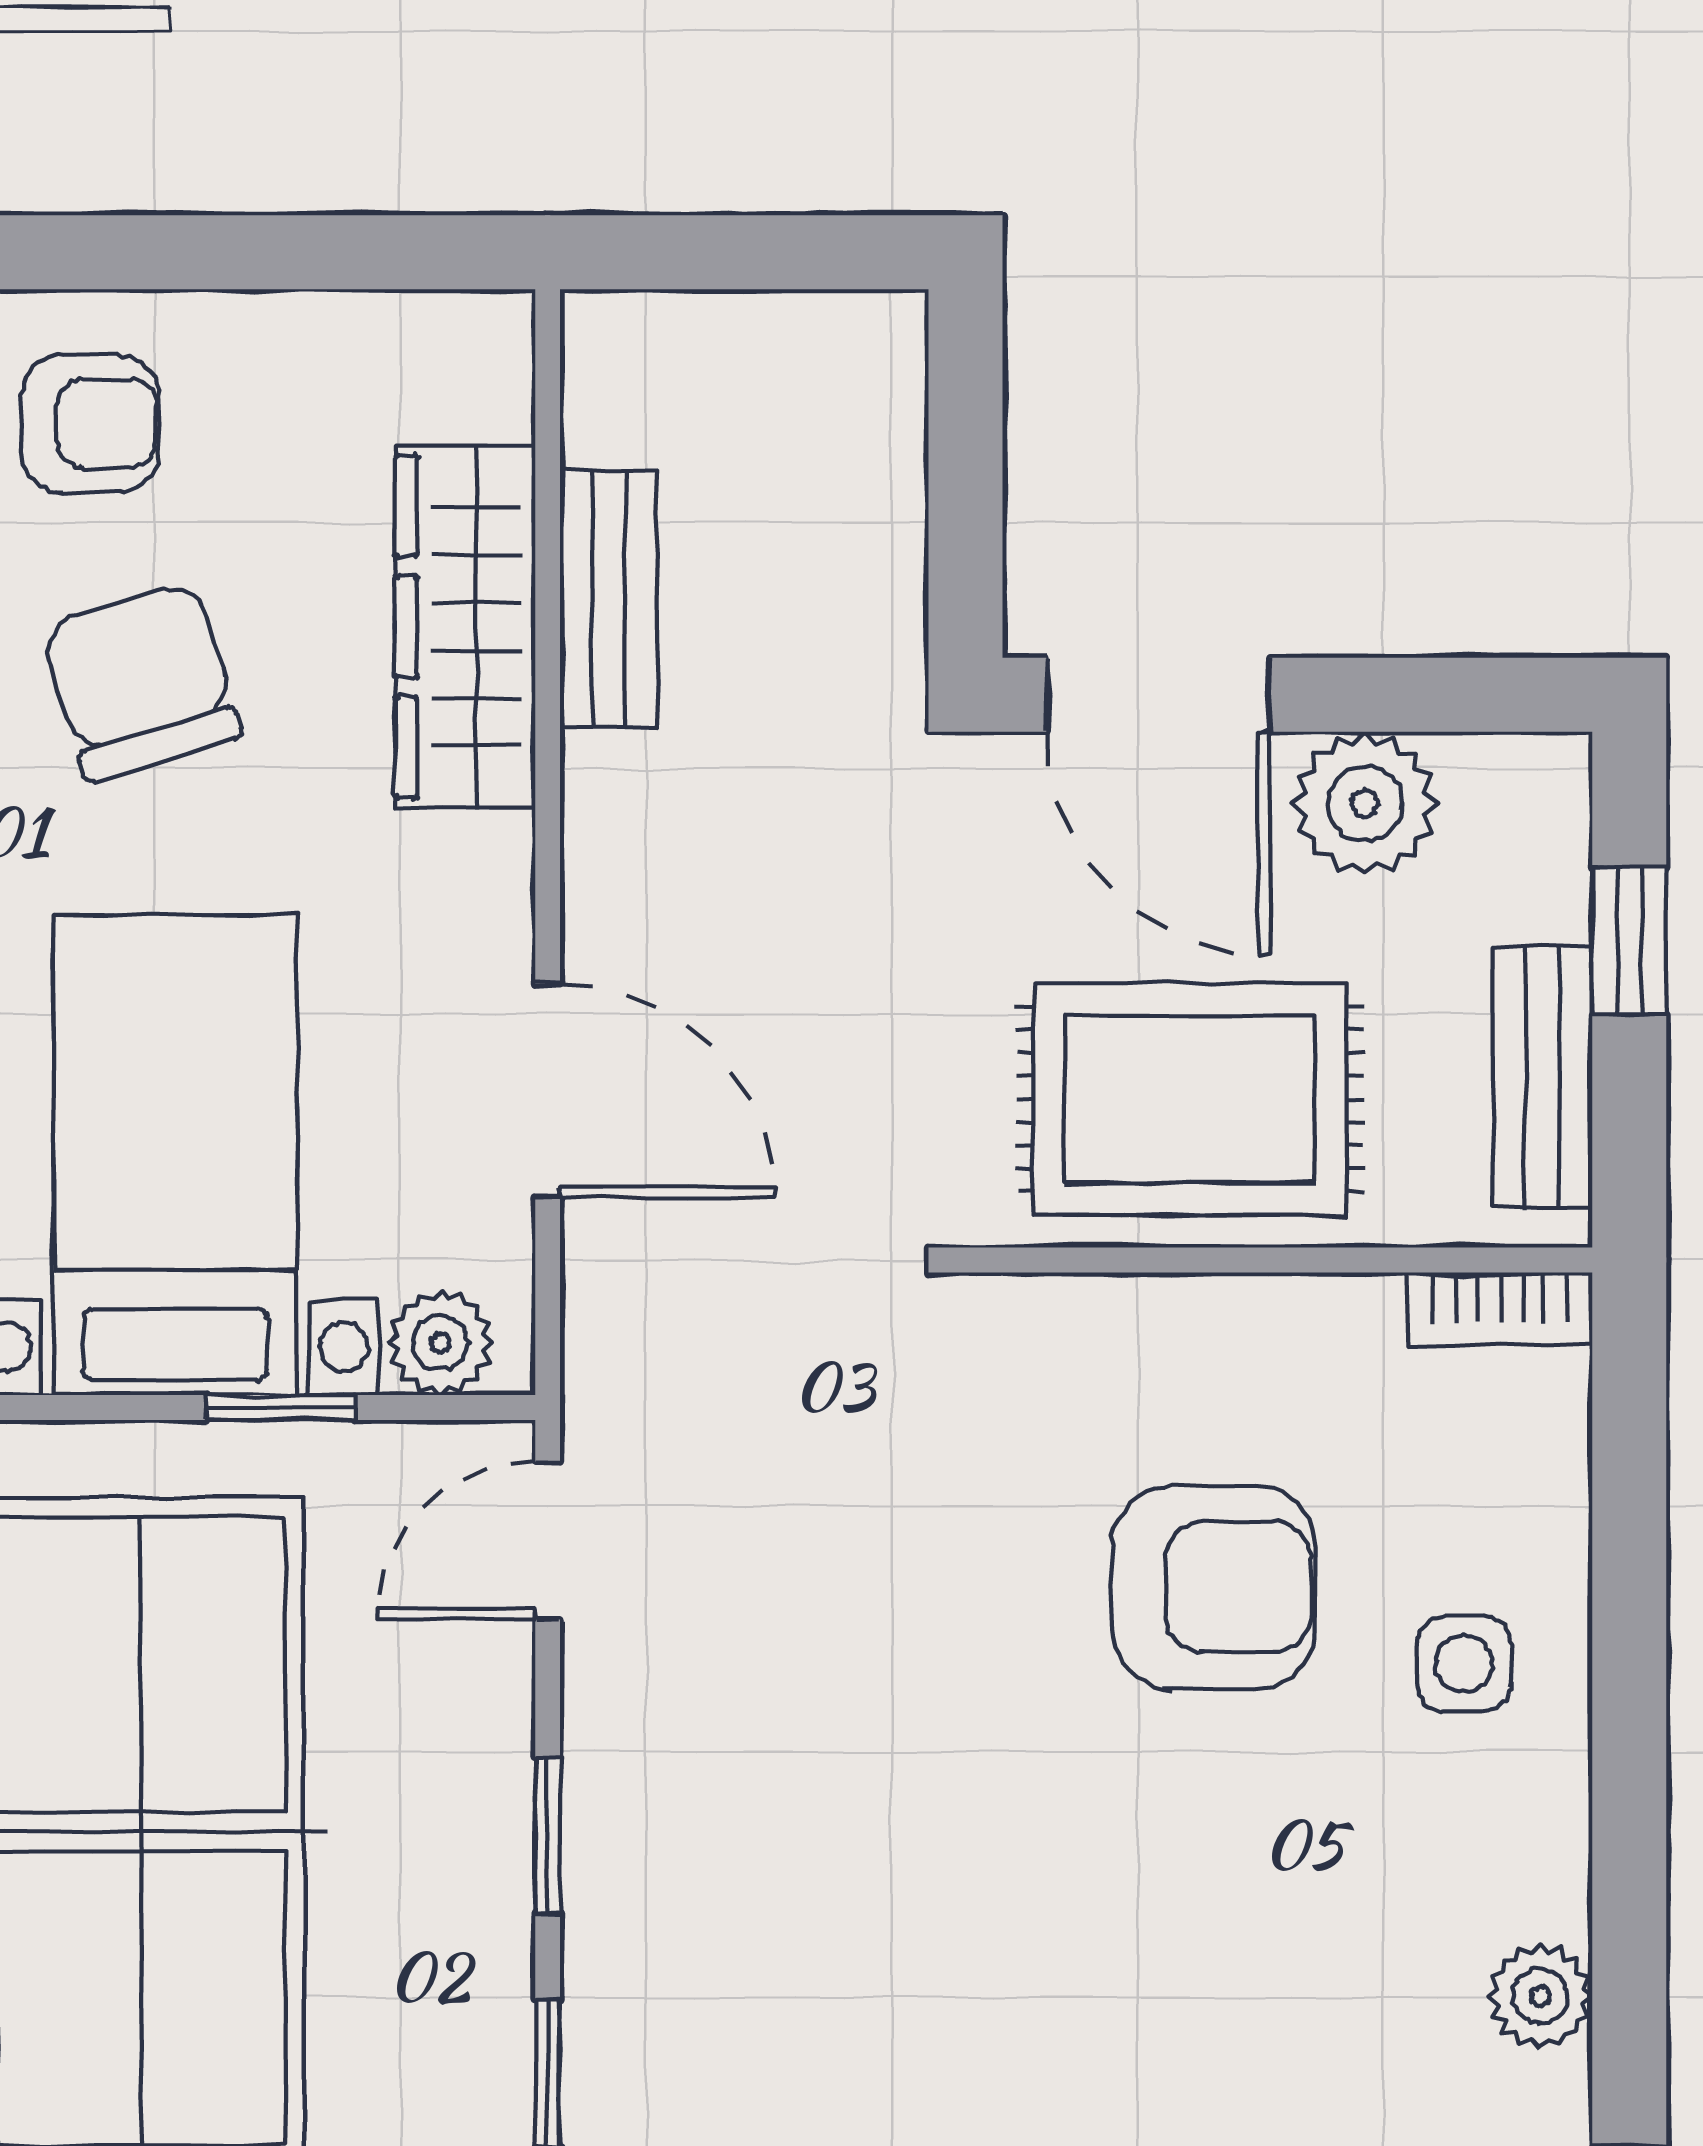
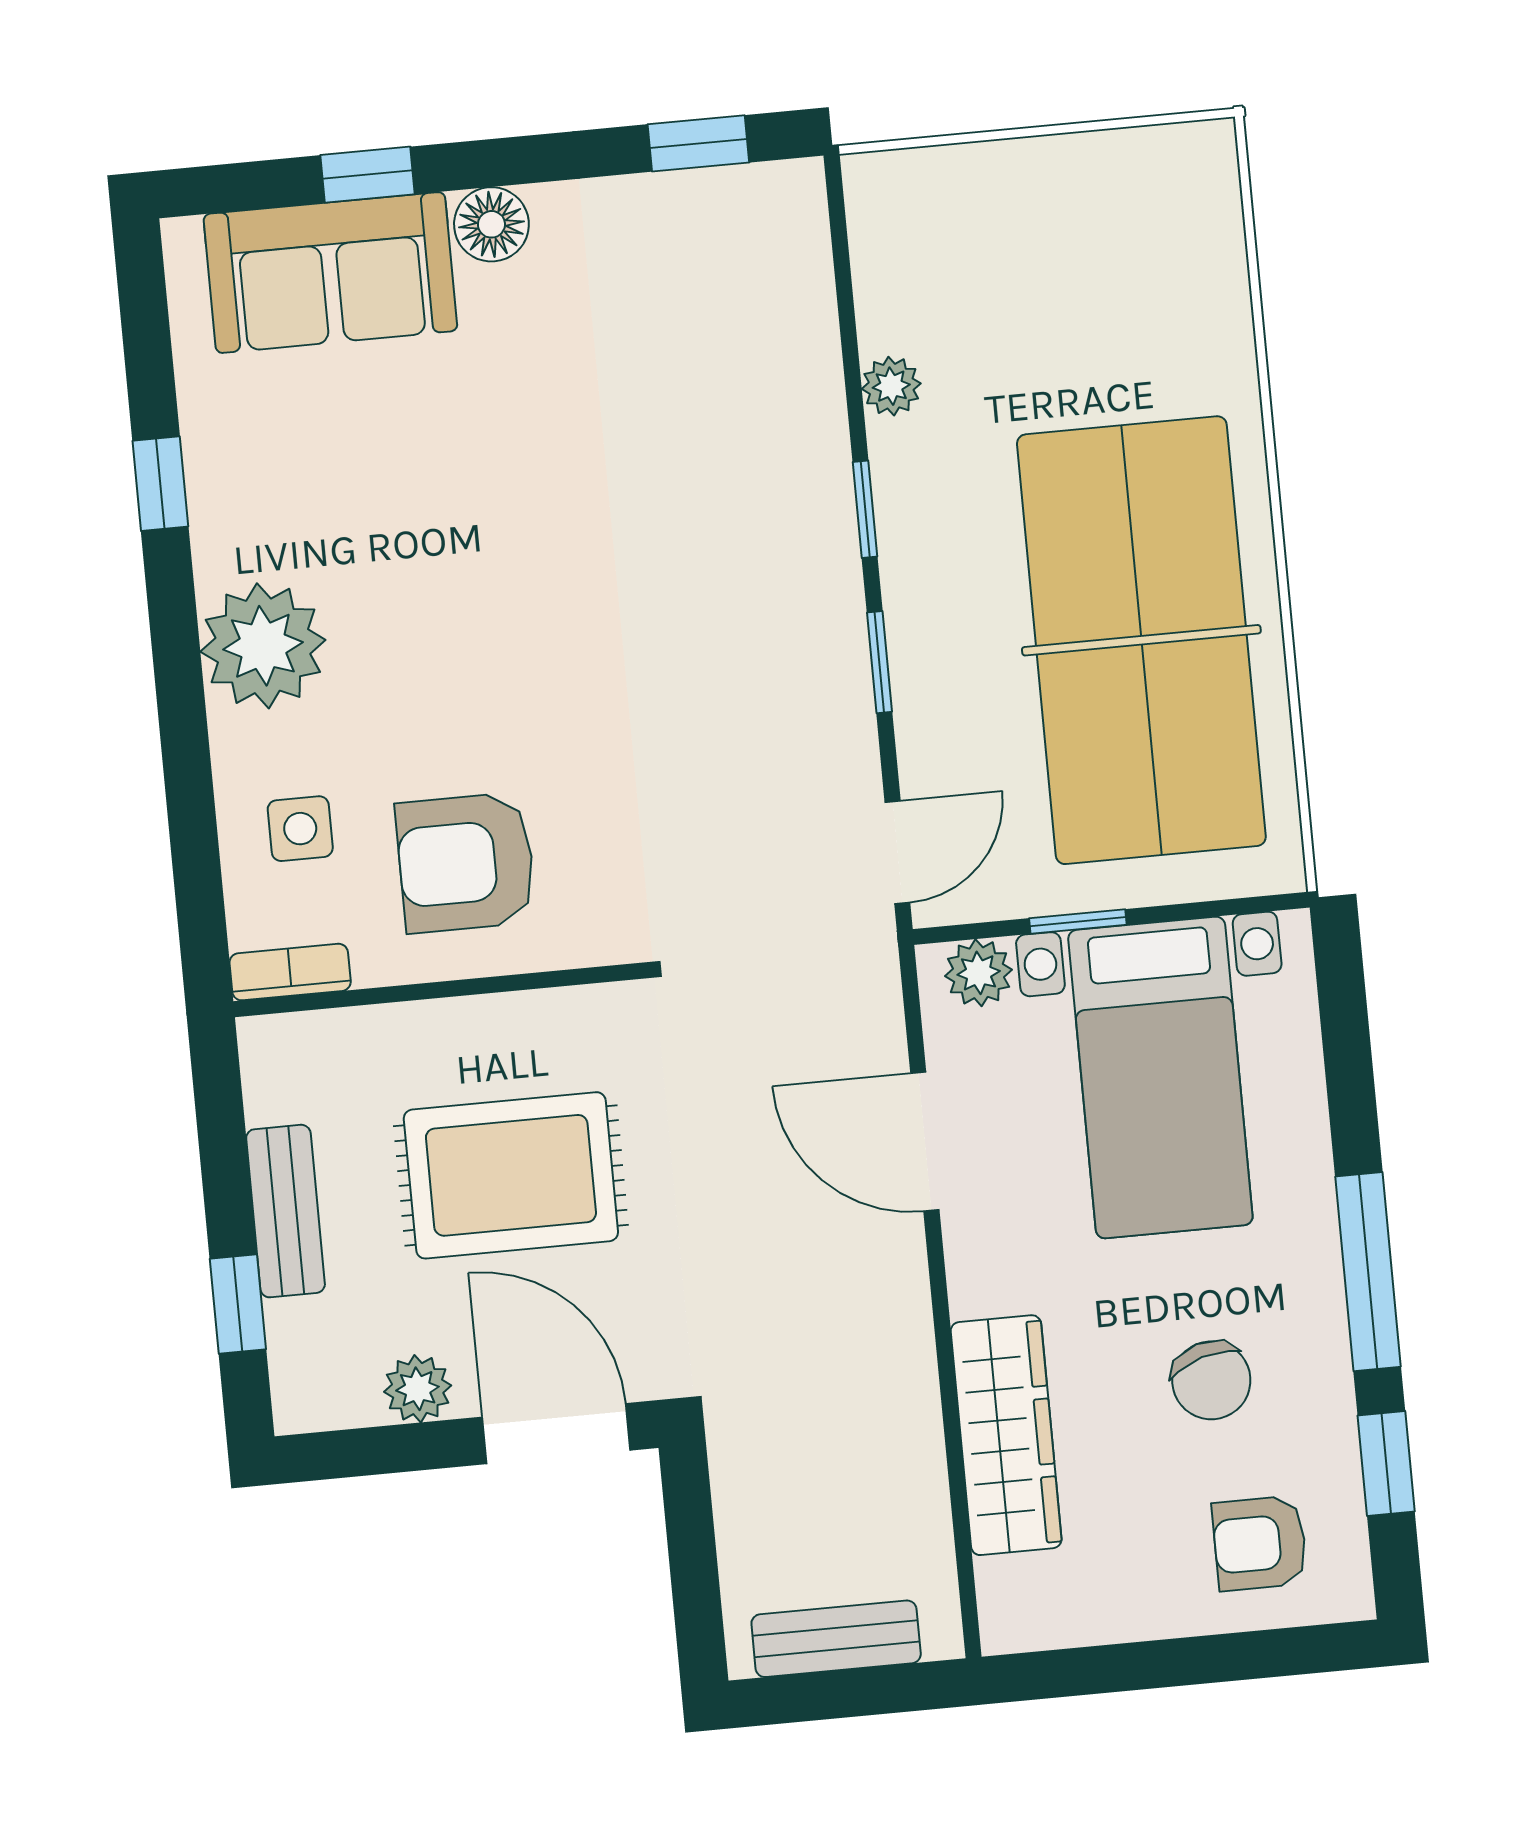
bench: (609, 599) -> (836, 1639), moved, turned 90
chair: (141, 681) -> (1211, 1380), width x0.73, depth x0.73
plant: (1365, 804) -> (418, 1389), width x0.73, depth x0.73
wall: (1273, 1260) -> (440, 990), moved
bookcase: (1500, 1309) -> (290, 972), moved
plant: (1540, 1996) -> (263, 646), width x1.88, depth x1.88

